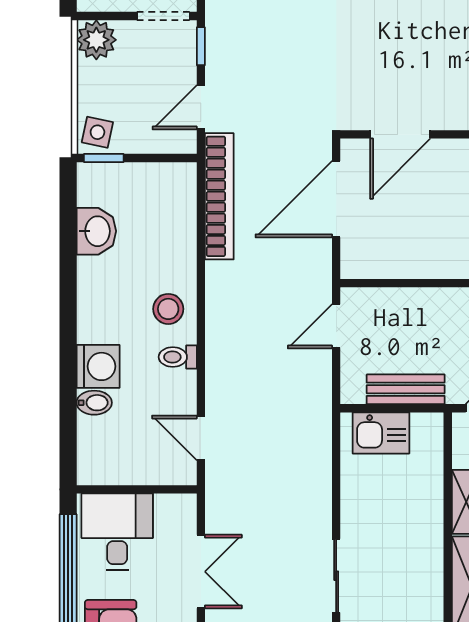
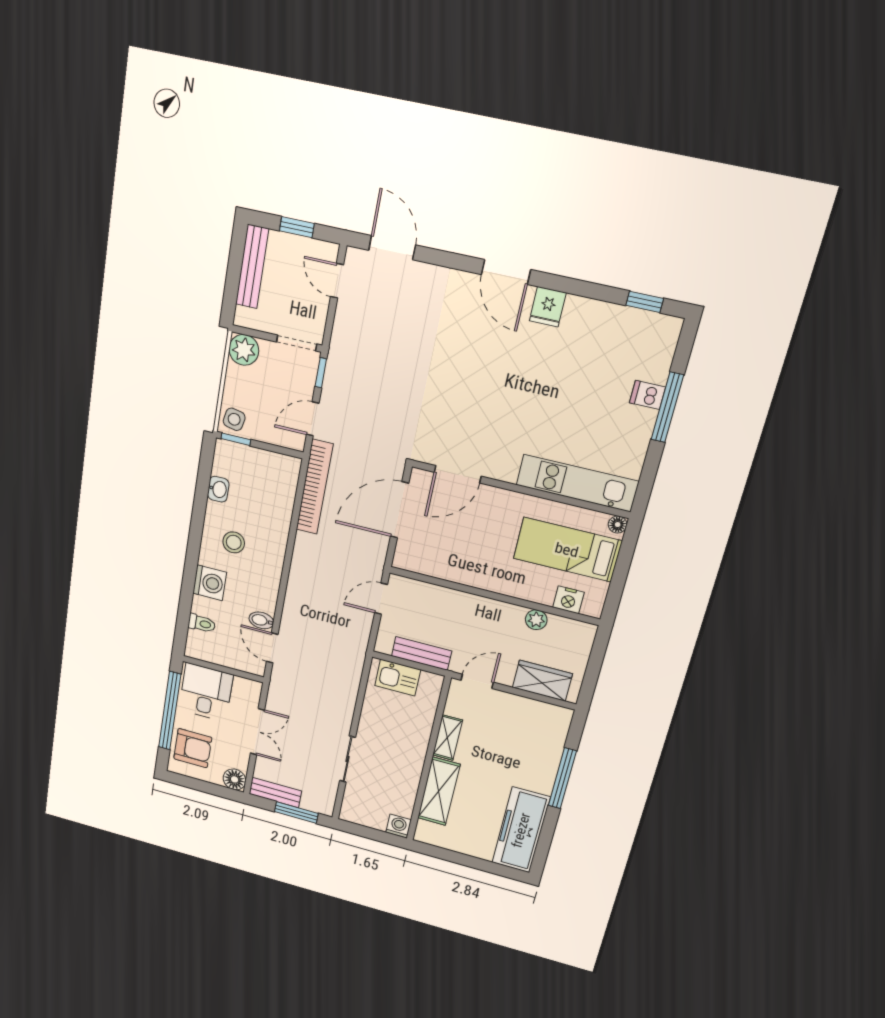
washbasin: (96, 231) -> (218, 489), width x0.72, depth x0.69
stool: (168, 309) -> (234, 542), moved
toilet: (178, 357) -> (202, 623), moved, turned 180
bidet: (94, 403) -> (261, 620), moved, turned 180

